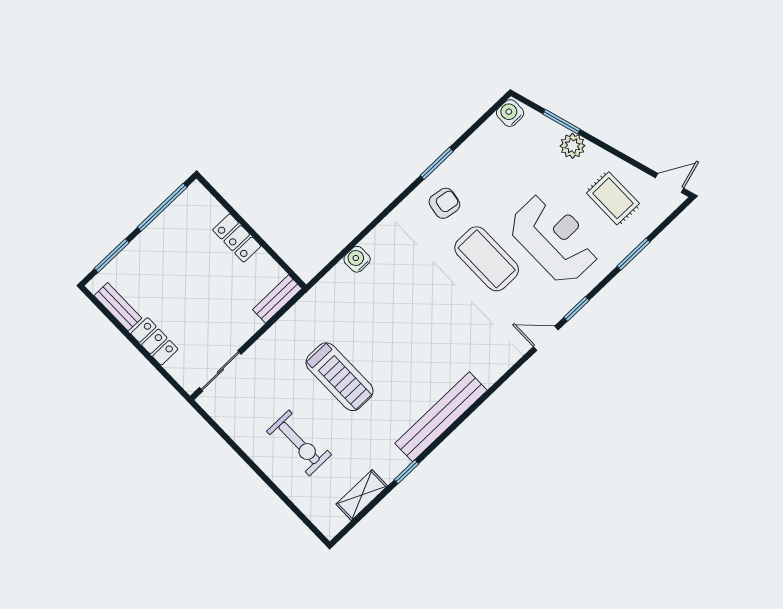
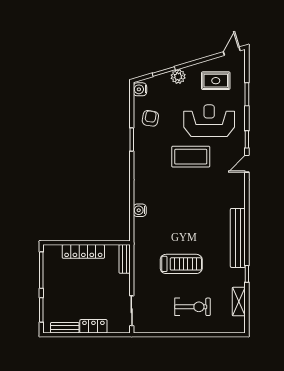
armchair: (444, 203) -> (150, 118), moved
locker: (237, 238) -> (83, 251), width x1.53

